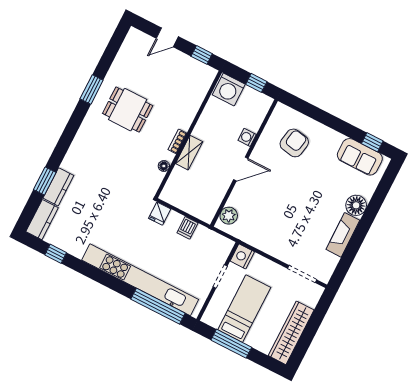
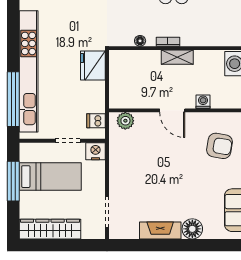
shelving: (189, 153) -> (177, 57), moved
fridge: (160, 214) -> (93, 66), width x1.88, depth x1.34
dishwasher: (187, 228) -> (96, 121), moved

